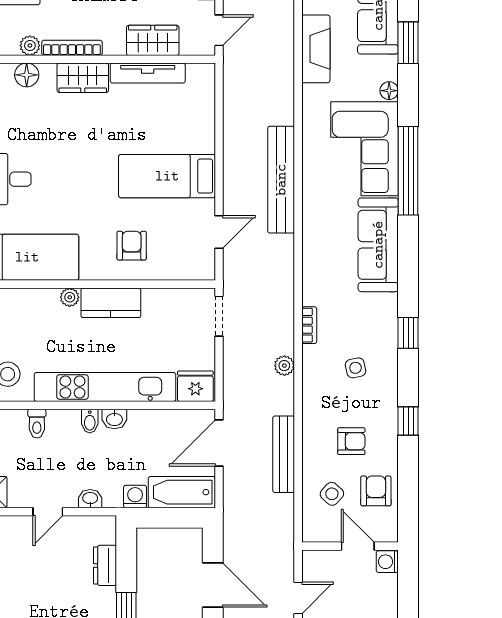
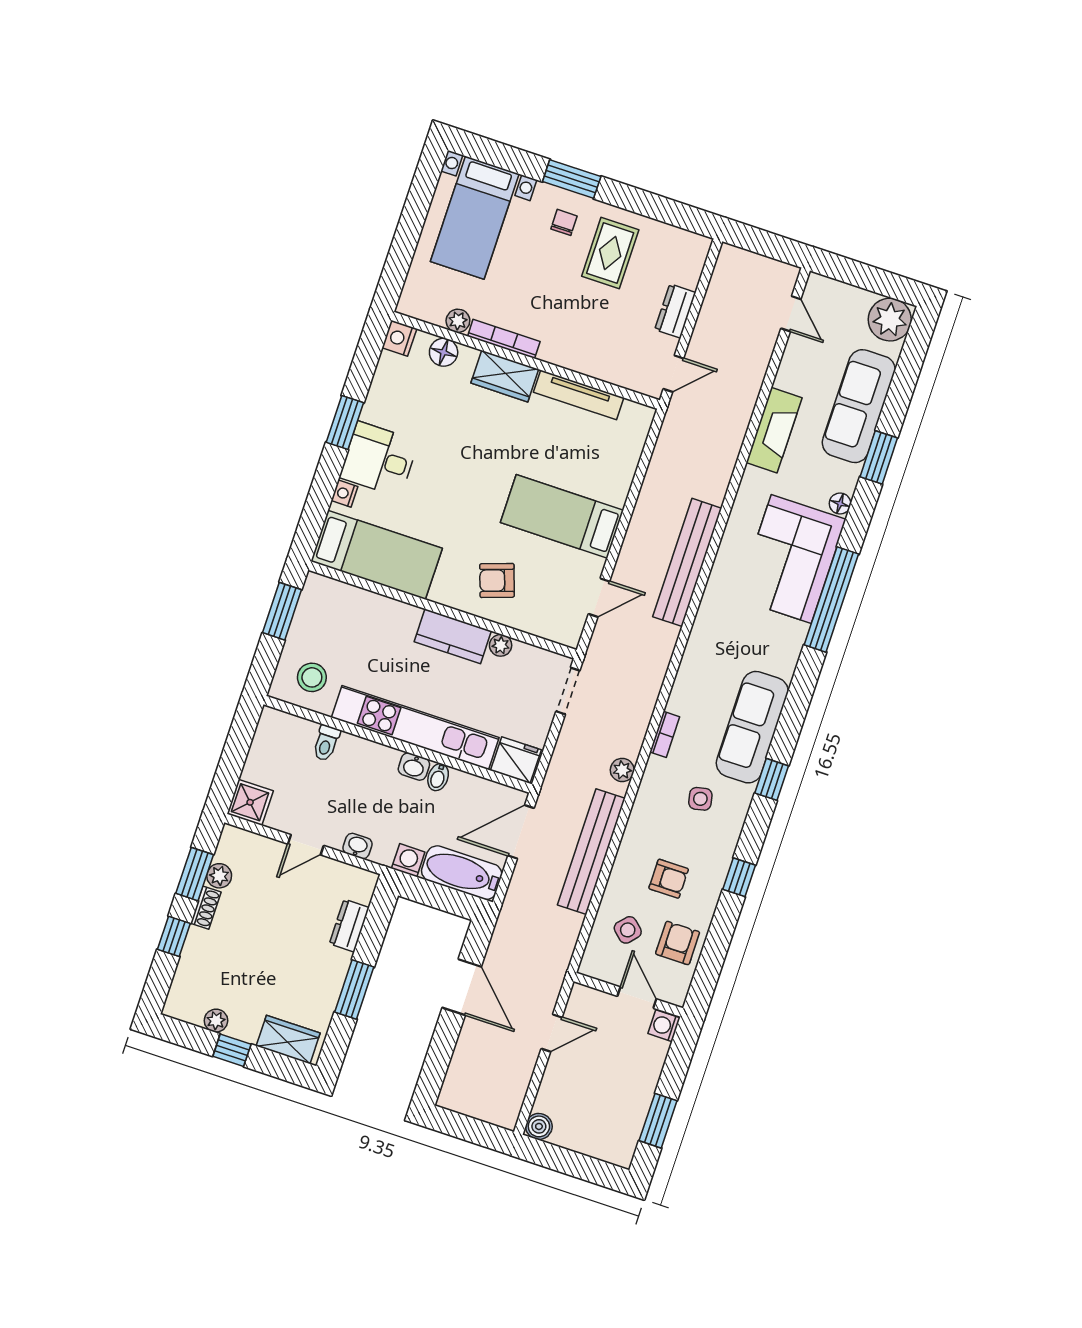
wardrobe: (153, 40) -> (596, 360), removed
sofa: (378, 245) -> (752, 727), moved
armchair: (132, 246) -> (497, 580), turned -109
plant: (70, 297) -> (501, 645), moved
bidet: (90, 421) -> (438, 777), moved
bench: (284, 454) -> (591, 852), width x1.37, depth x1.21

